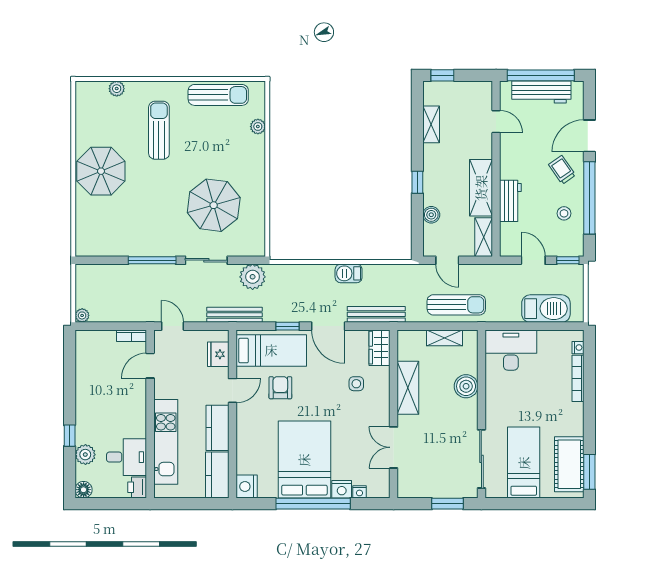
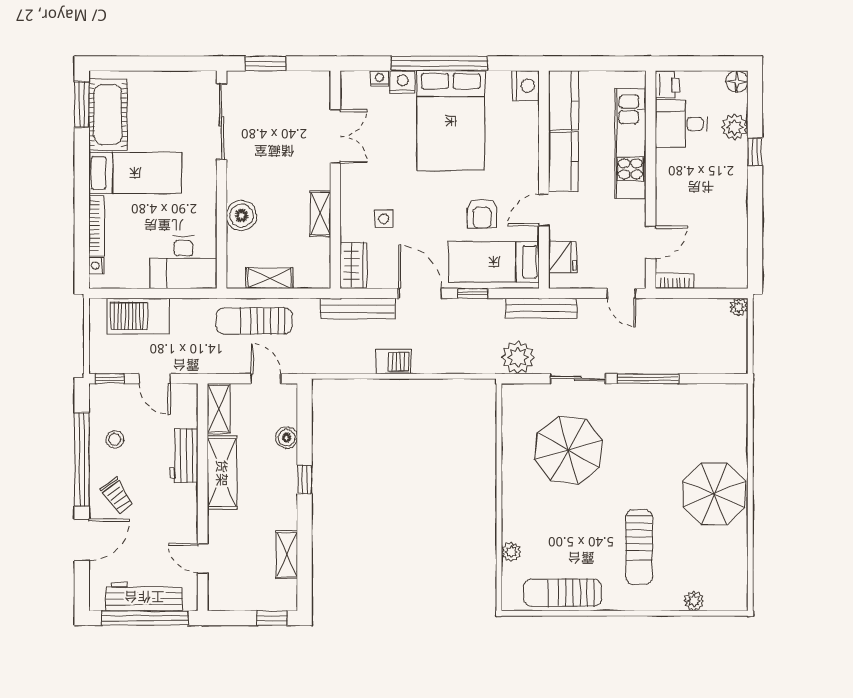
shelving: (408, 388) -> (320, 214), width x0.67, depth x0.75
bed: (524, 463) -> (135, 173), moved, turned -90

